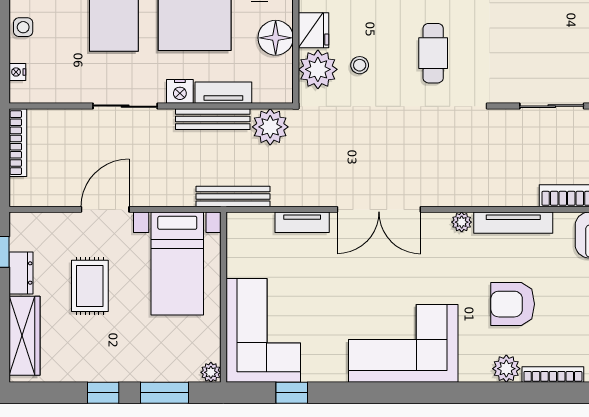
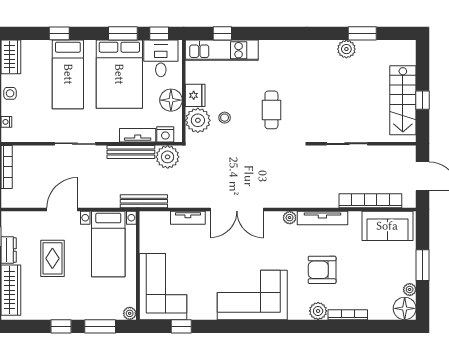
nightstand: (180, 91) -> (165, 134), moved

